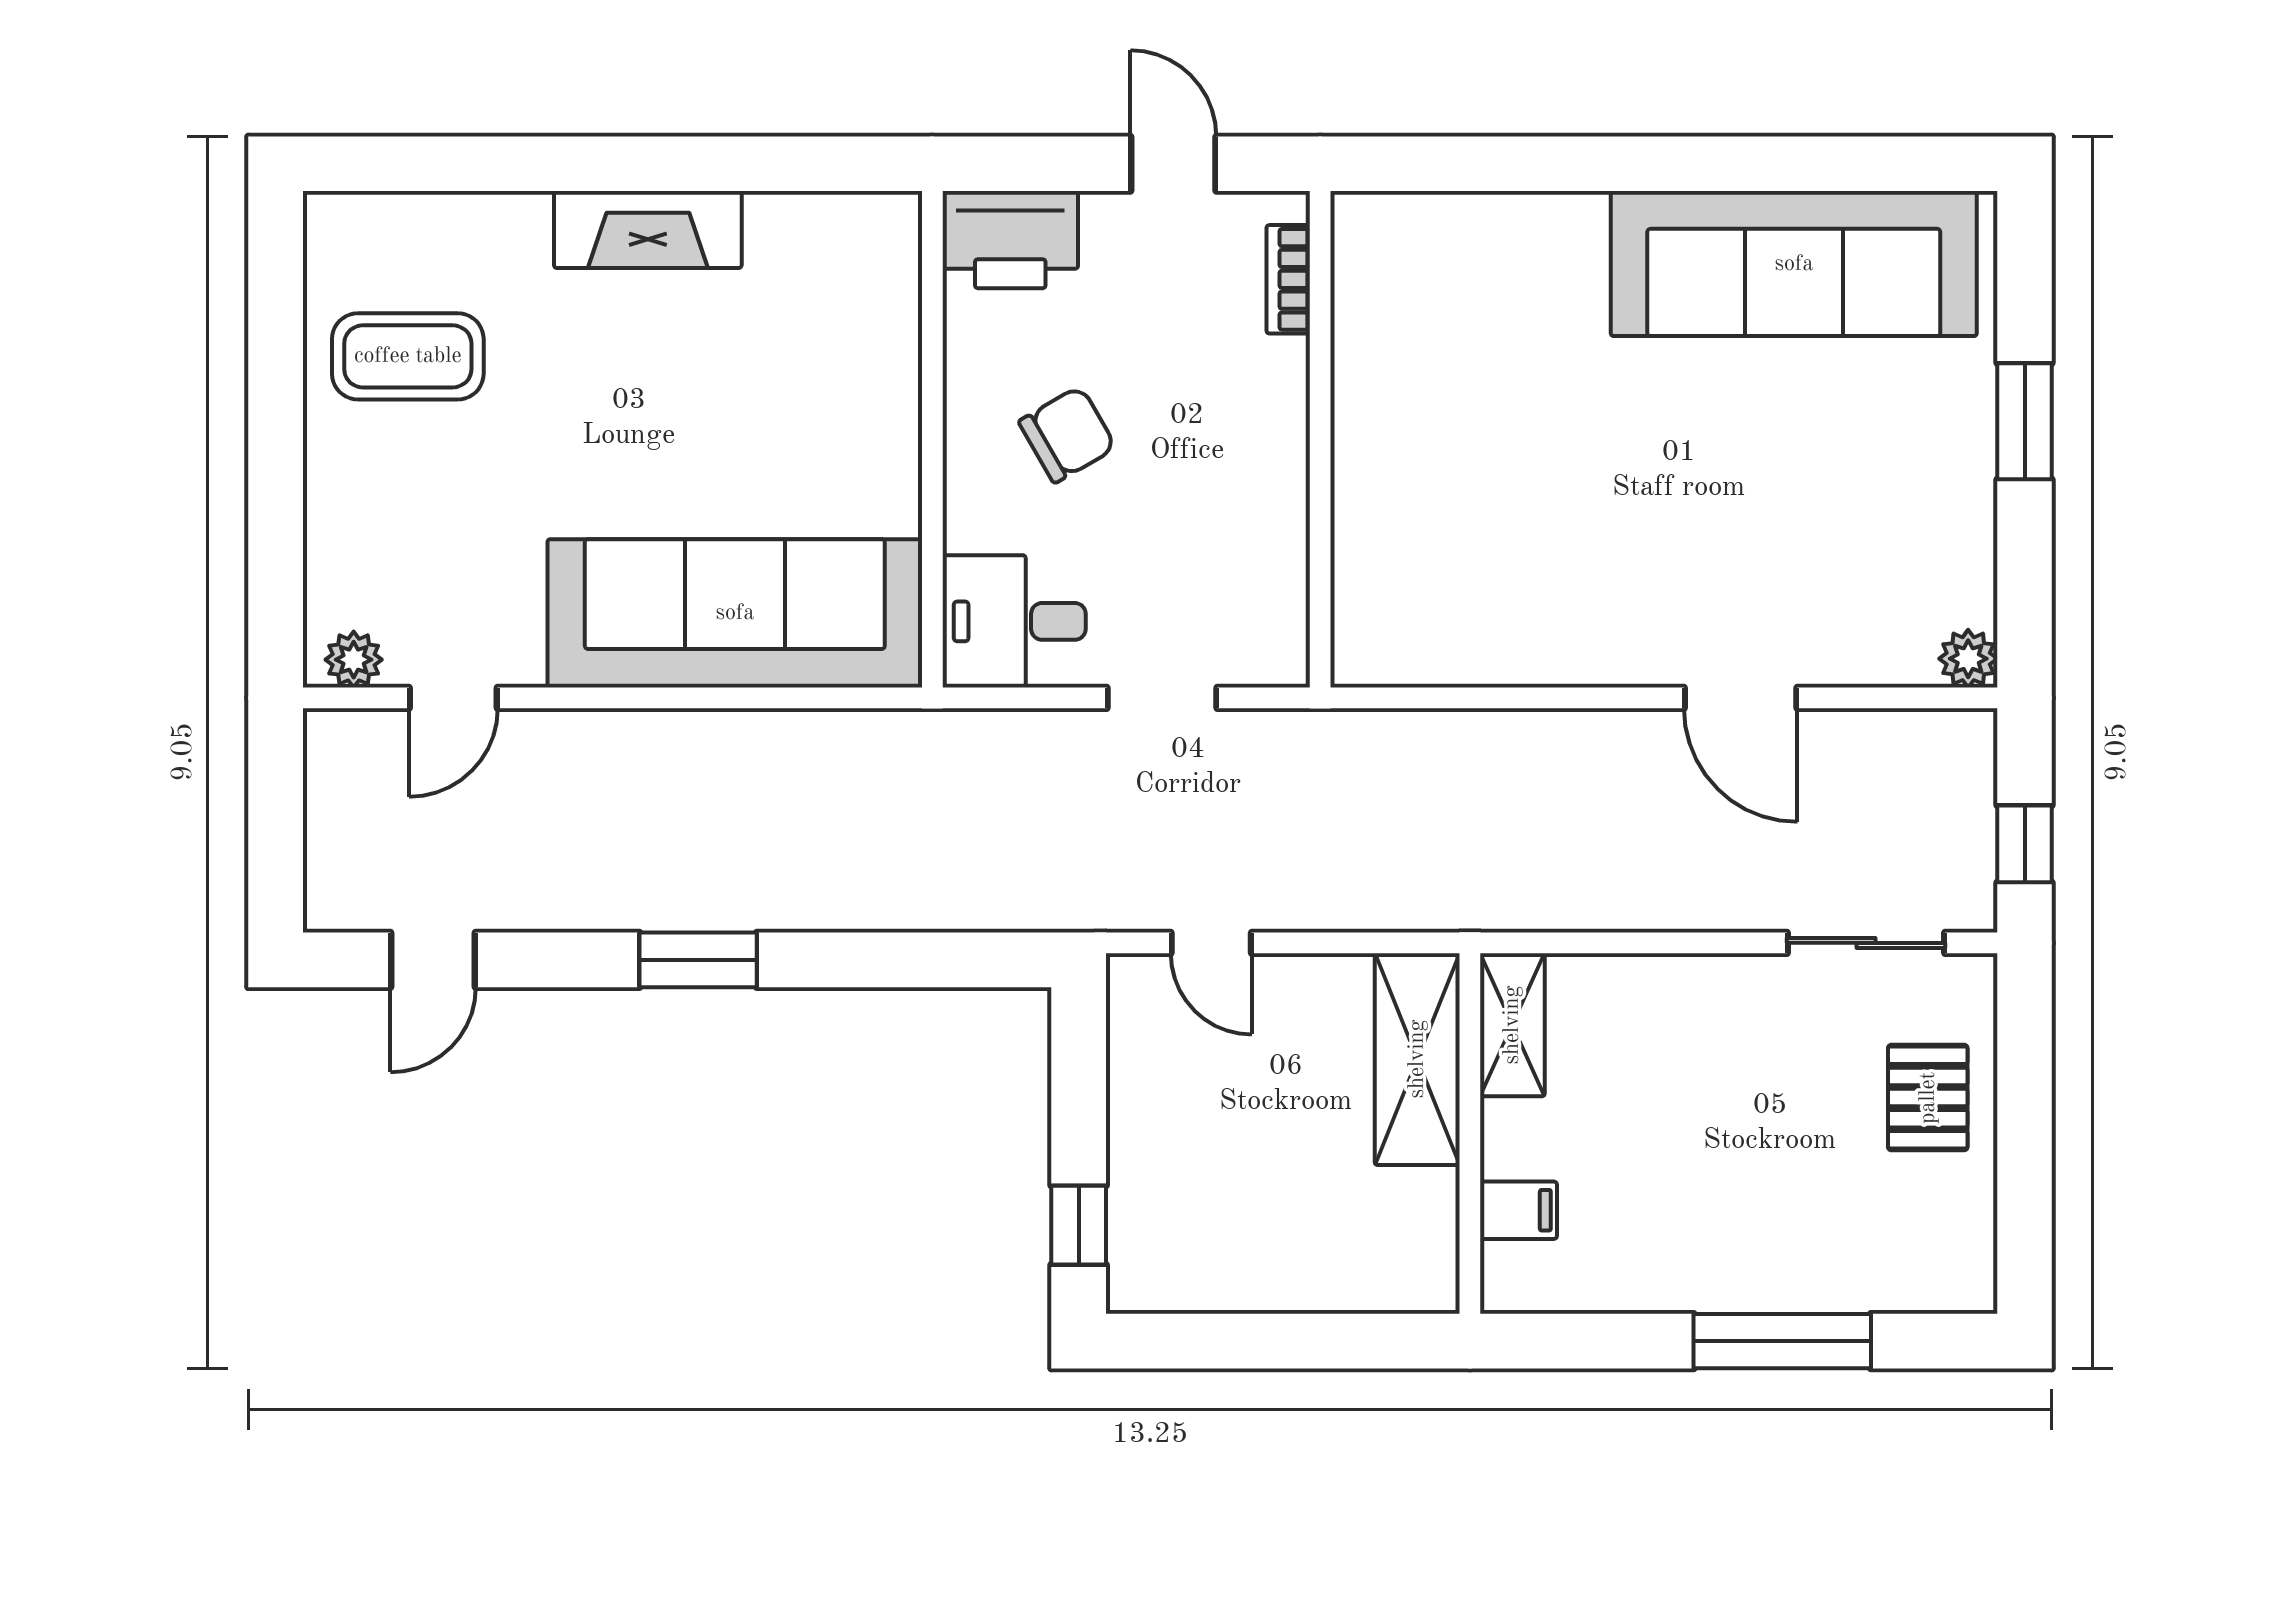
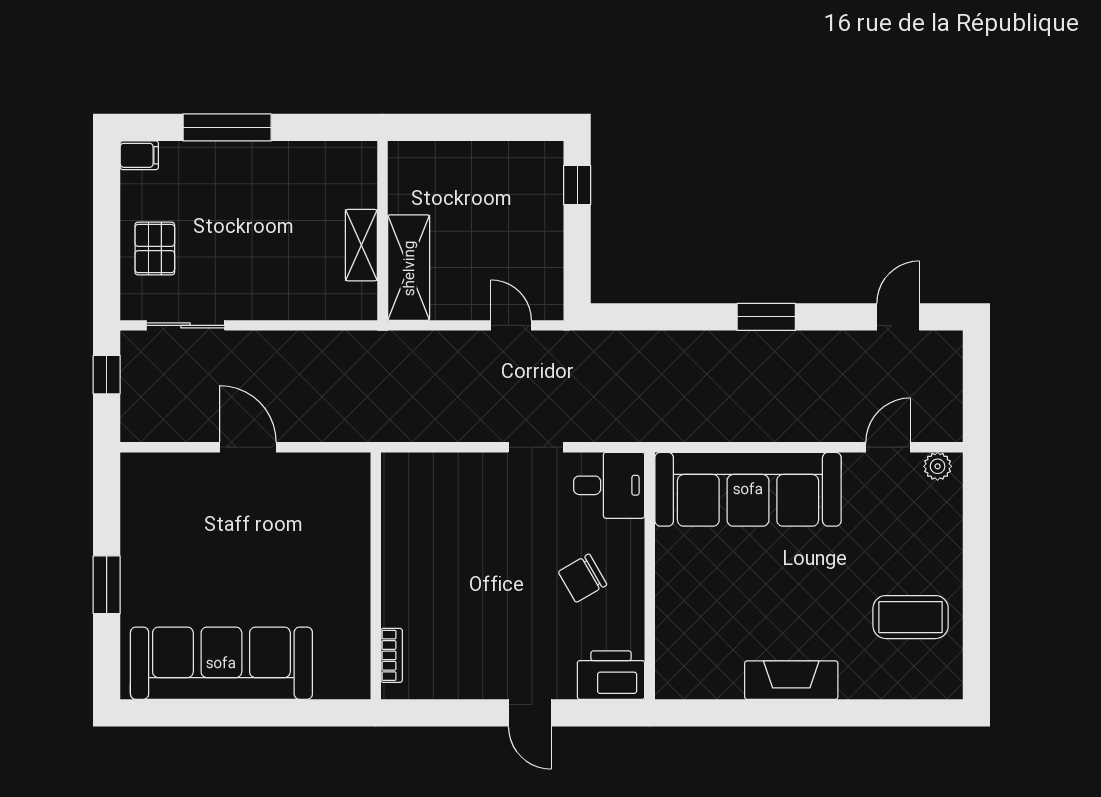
bookcase: (1288, 279) -> (392, 655), moved
wall: (1320, 439) -> (376, 576), moved
plant: (1968, 659) -> (135, 467), removed
shelving: (1512, 1025) -> (361, 245), moved
filing cabinet: (1518, 1210) -> (139, 155), moved, turned 180

